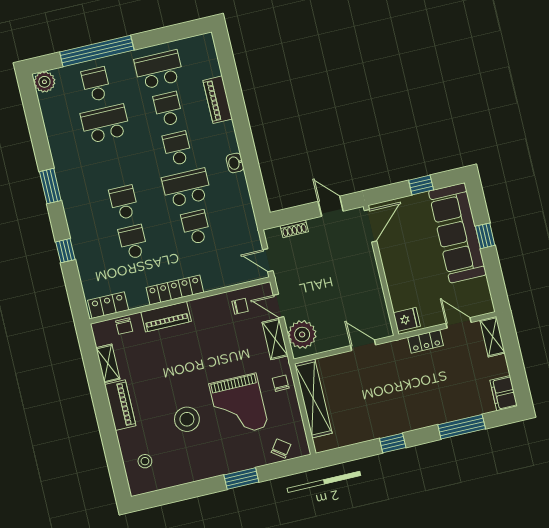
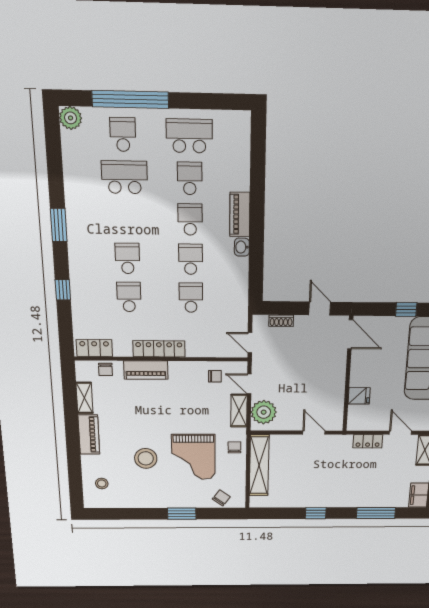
piano: (218, 100) -> (240, 214), moved
school desk: (187, 188) -> (191, 259), width x0.54
door: (370, 226) -> (350, 334), hinge flipped
fridge: (407, 319) -> (359, 396), moved

